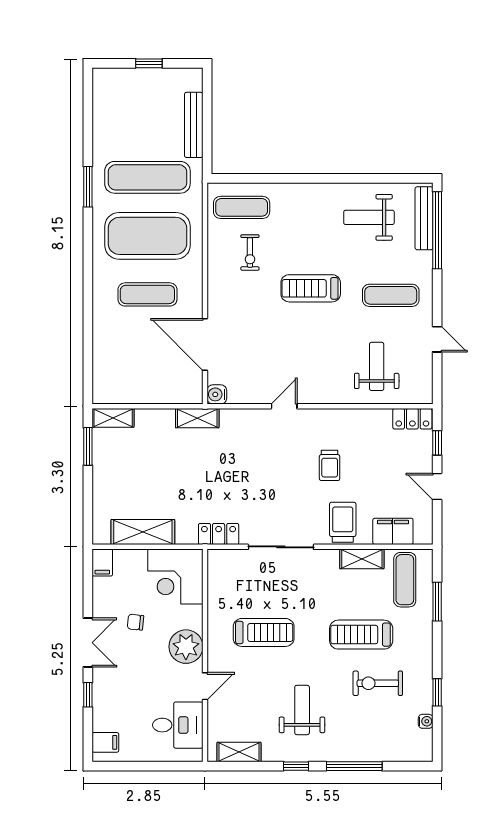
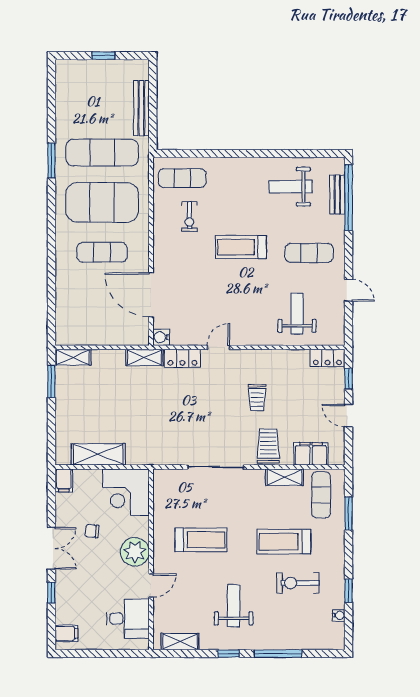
bench: (424, 218) -> (337, 195), width x0.73
locker: (219, 534) -> (182, 358), moved, turned 180

